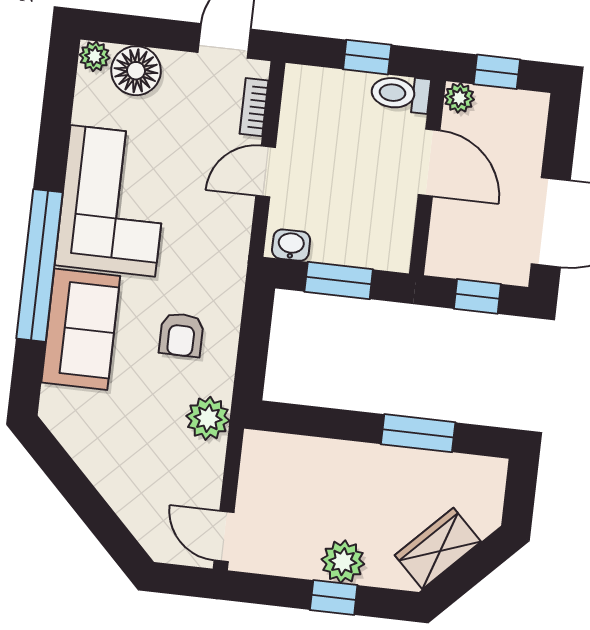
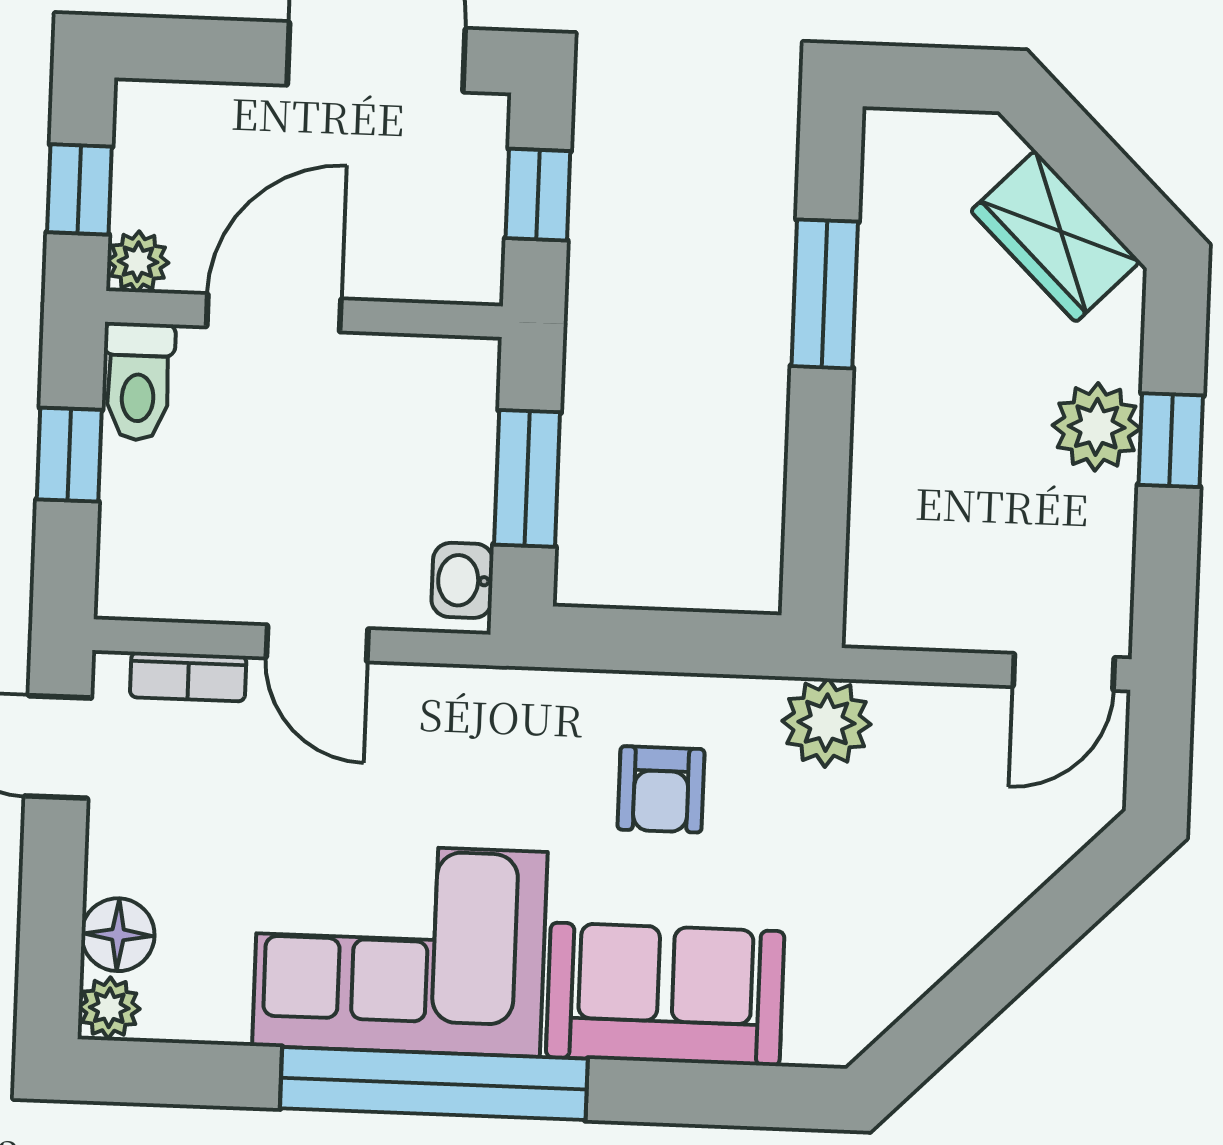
floor lamp: (136, 71) -> (118, 935), width x0.73, depth x0.73
window: (39, 265) -> (434, 1084), moved
armchair: (181, 335) -> (661, 789), turned 90

